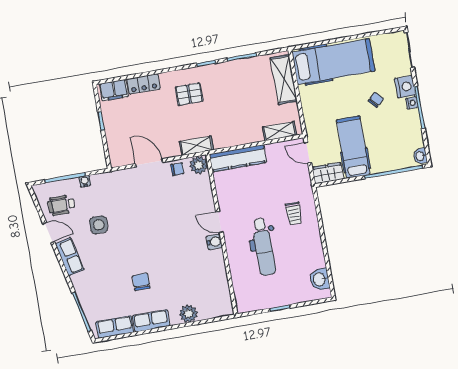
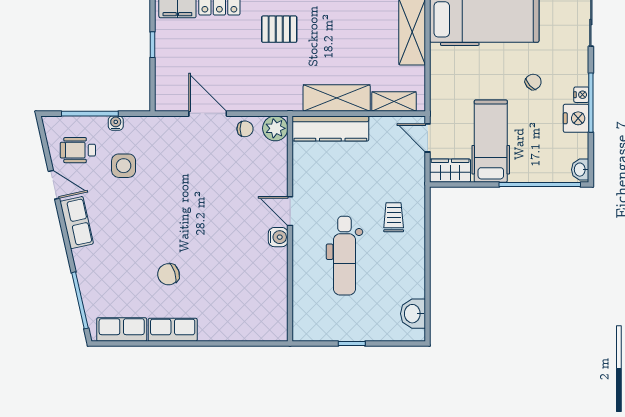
nightstand: (405, 87) -> (576, 118), moved
shelving: (196, 146) -> (337, 98), moved, width x1.50, depth x1.33
trolley: (294, 213) -> (394, 217), turned 180
side table: (99, 225) -> (124, 166), moved
chair: (141, 282) -> (168, 274), turned -108
plant: (188, 314) -> (225, 329), removed

